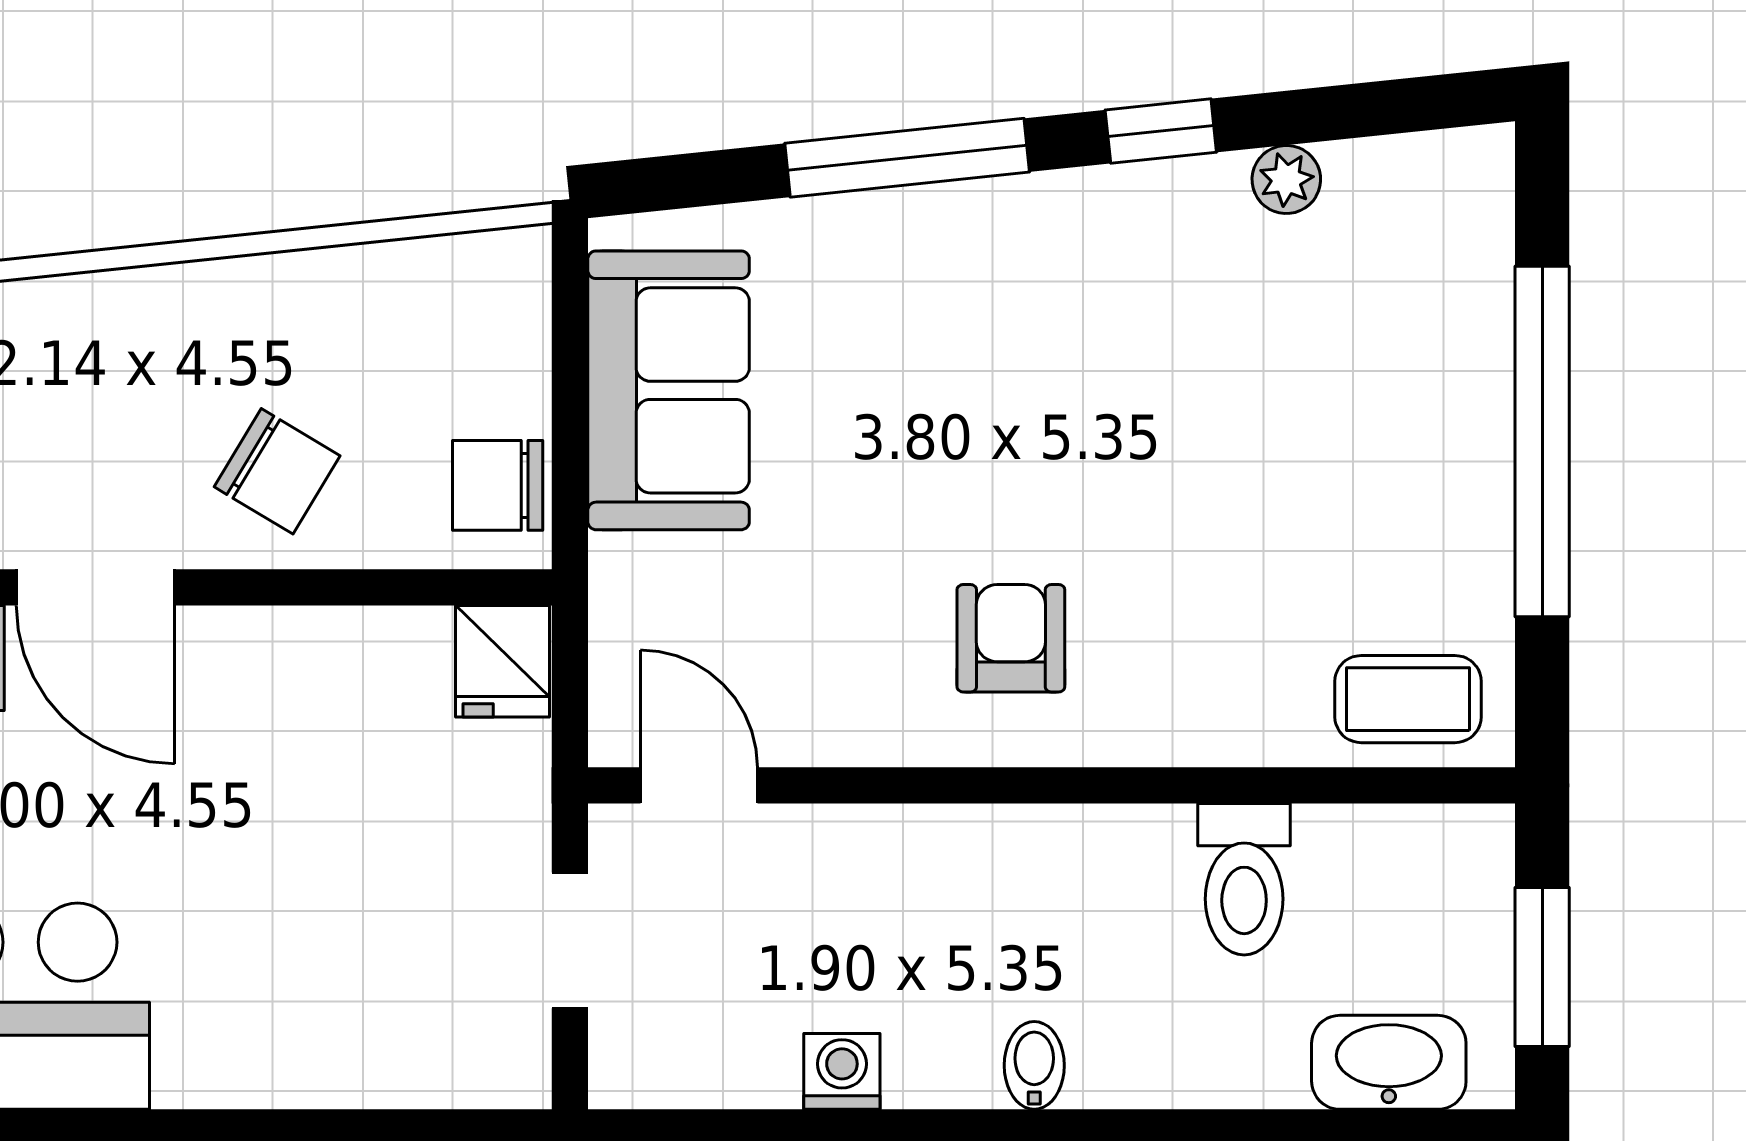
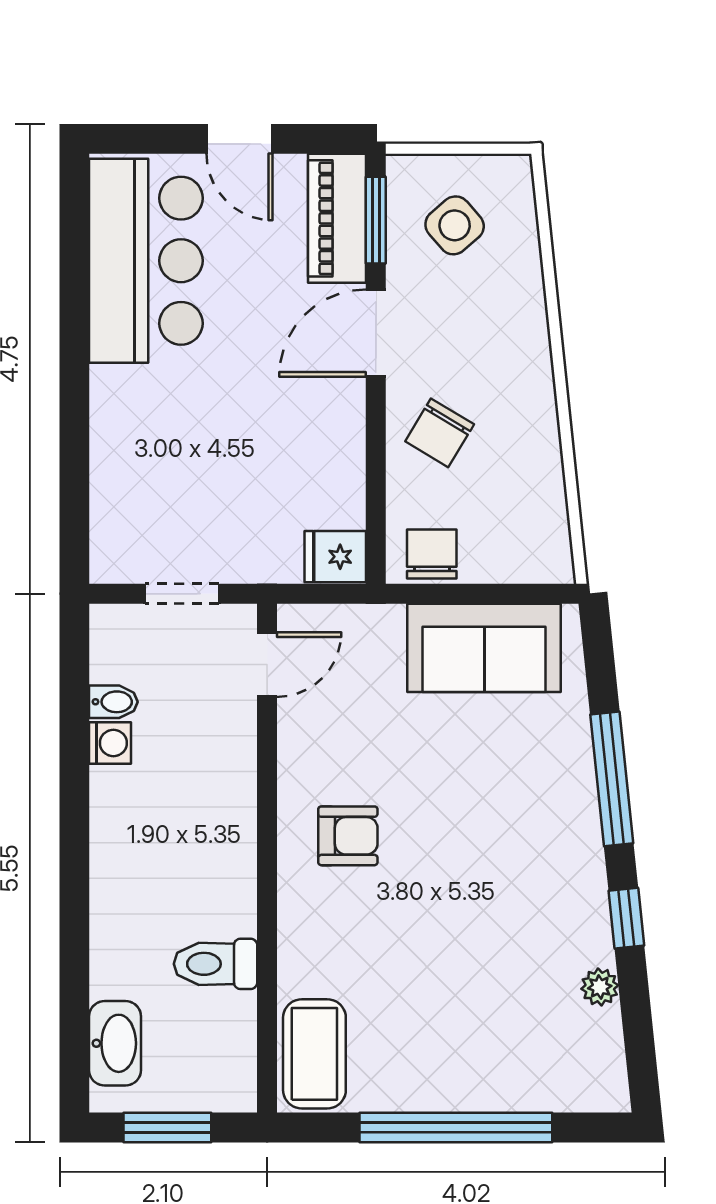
coffee table: (1408, 699) -> (314, 1054), width x1.36, depth x1.30
bidet: (1034, 1065) -> (113, 702), moved

